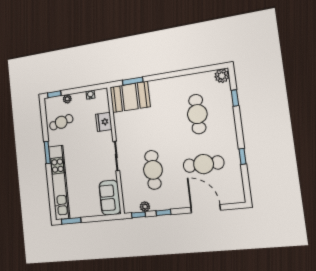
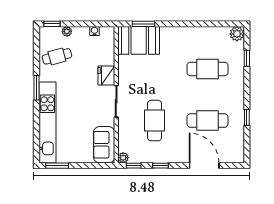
cafe table: (197, 114) -> (208, 69), turned 90
fridge: (104, 122) -> (106, 76), moved
plant: (145, 207) -> (123, 158), moved

